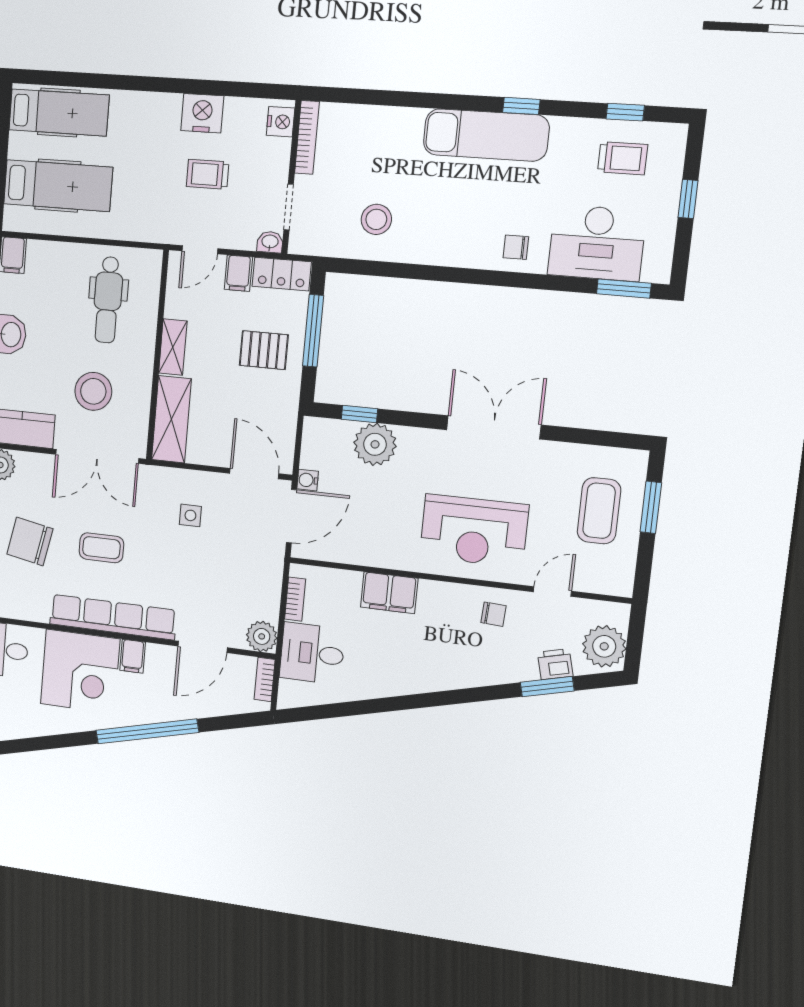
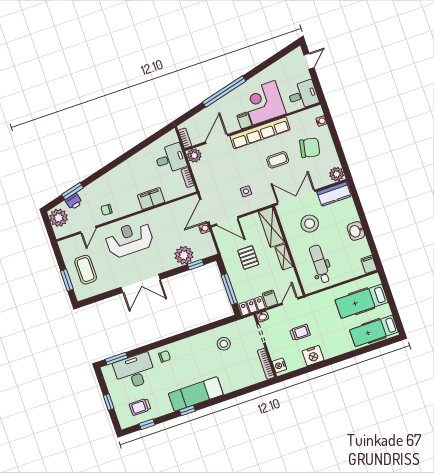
pallet: (264, 350) -> (248, 257), moved, turned 90

